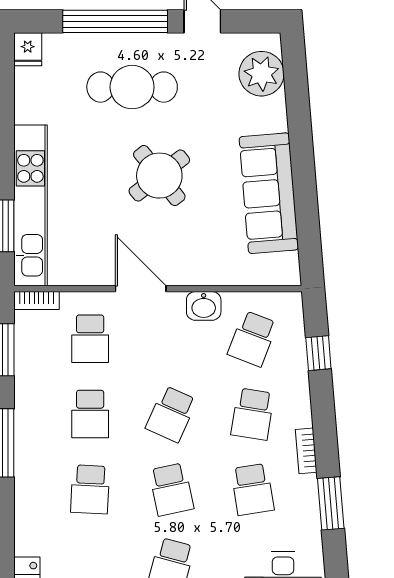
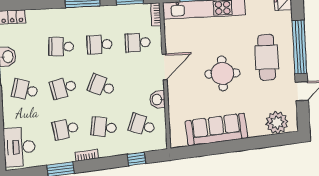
round table: (159, 176) -> (222, 73), turned 38

